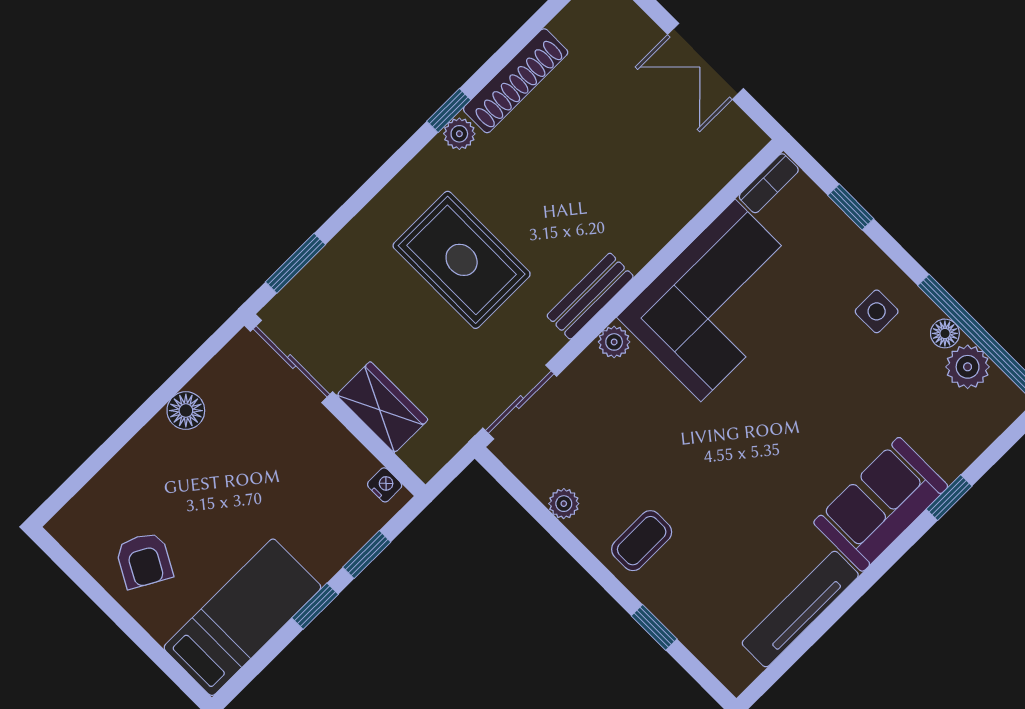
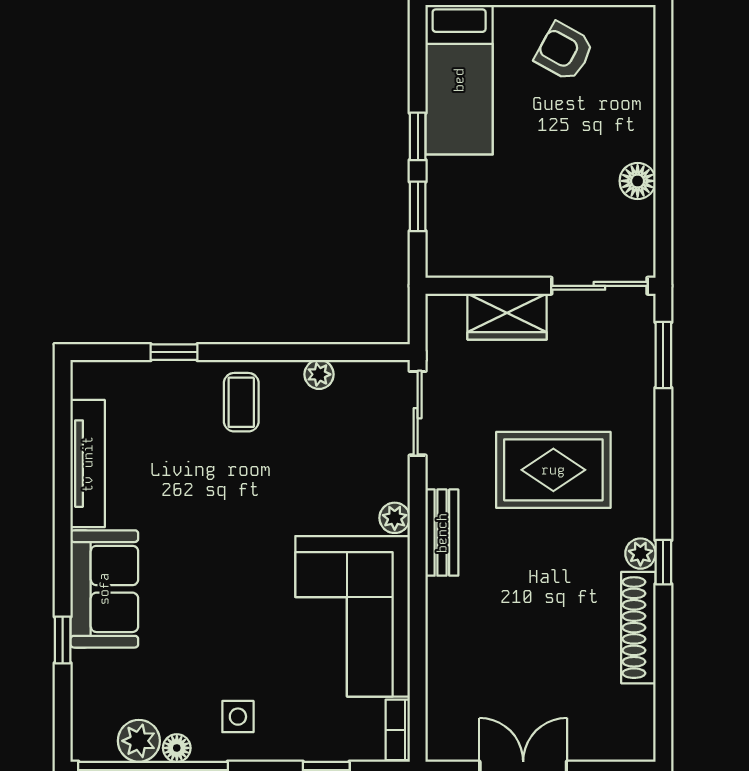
nightstand: (385, 485) -> (453, 266), removed

